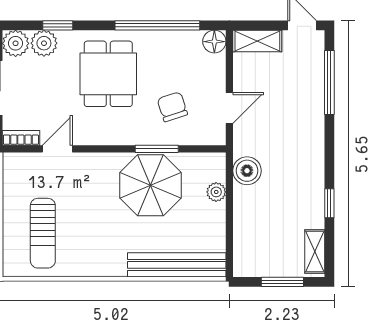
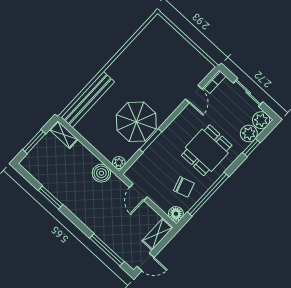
dining table: (108, 74) -> (207, 150), turned 90
chair: (172, 107) -> (184, 187), moved
plant: (216, 192) -> (119, 163), moved
window: (329, 203) -> (51, 198), width x1.50
sun lounger: (43, 233) -> (161, 51), removed
shelving: (315, 252) -> (64, 135), moved

